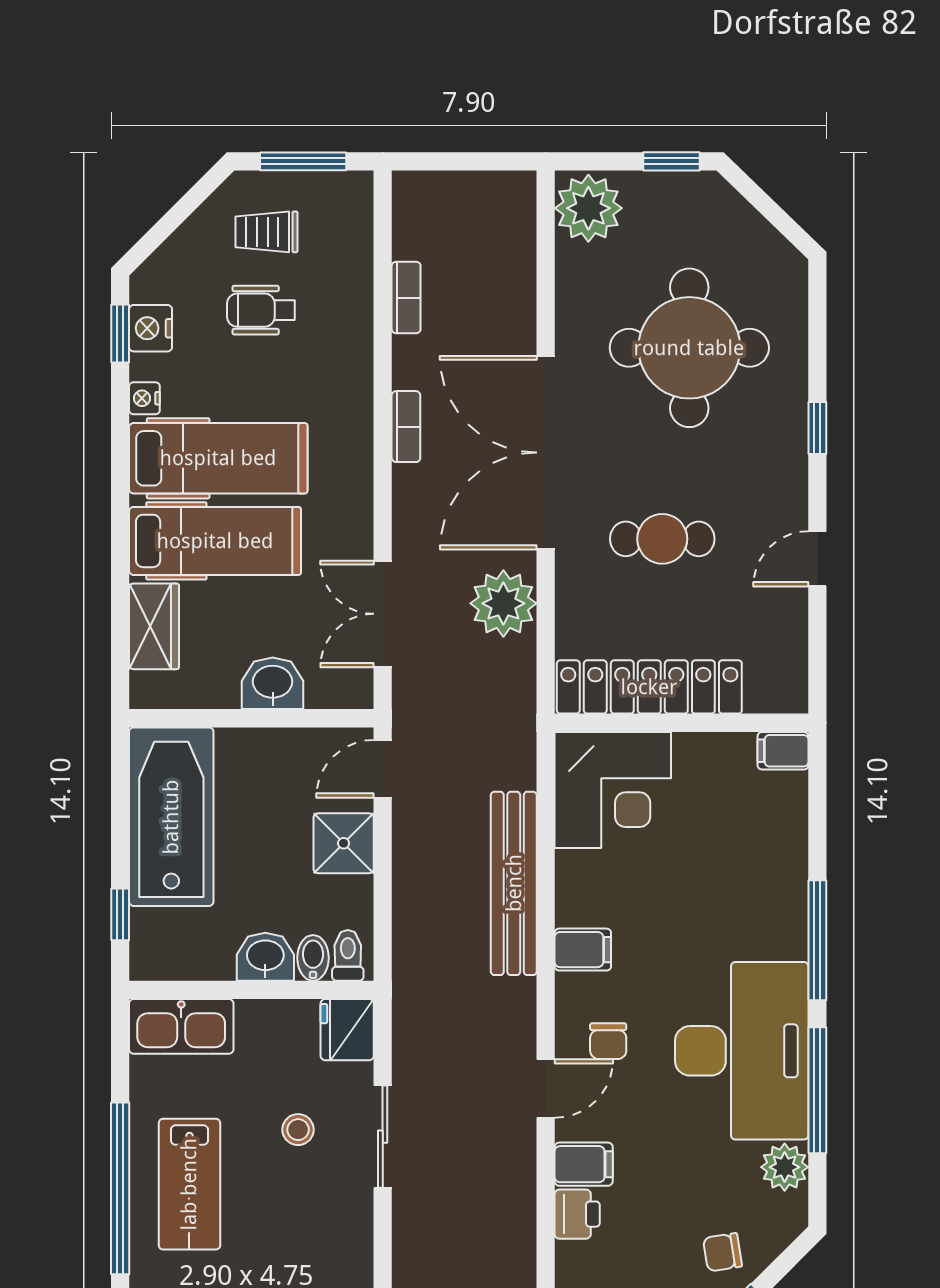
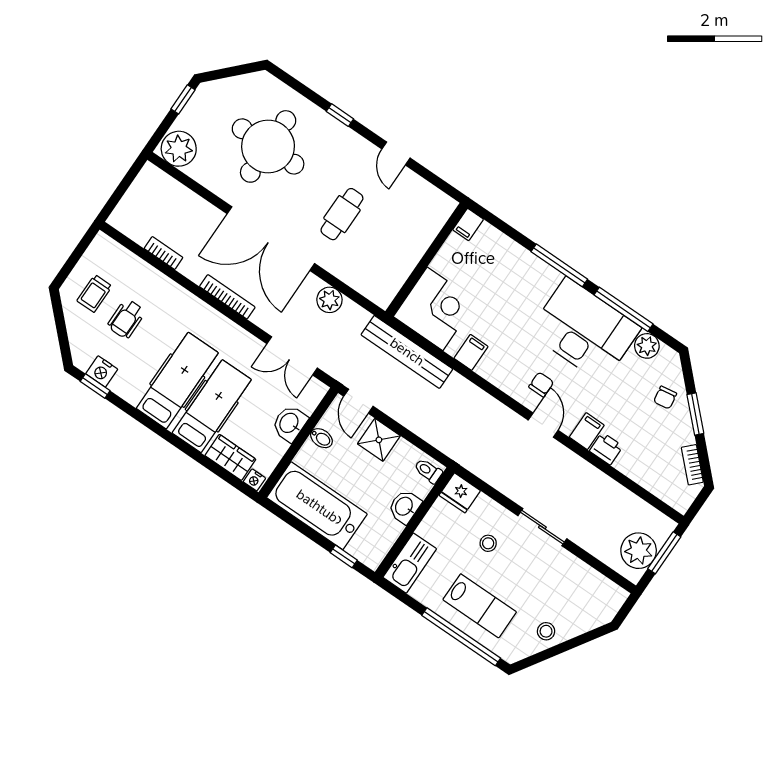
window: (303, 161) -> (75, 257), removed
nightstand: (144, 398) -> (254, 480), moved
bookcase: (406, 427) -> (227, 297), width x1.56
plant: (503, 603) -> (329, 300), width x0.73, depth x0.73
locker: (649, 687) -> (402, 263), removed
bench: (514, 883) -> (407, 352), moved
filing cabinet: (583, 950) -> (471, 352), moved
bidet: (313, 958) -> (321, 438), moved, turned 180
chair: (608, 1041) -> (541, 385), turned -90
sliding door: (383, 1137) -> (542, 527), moved

